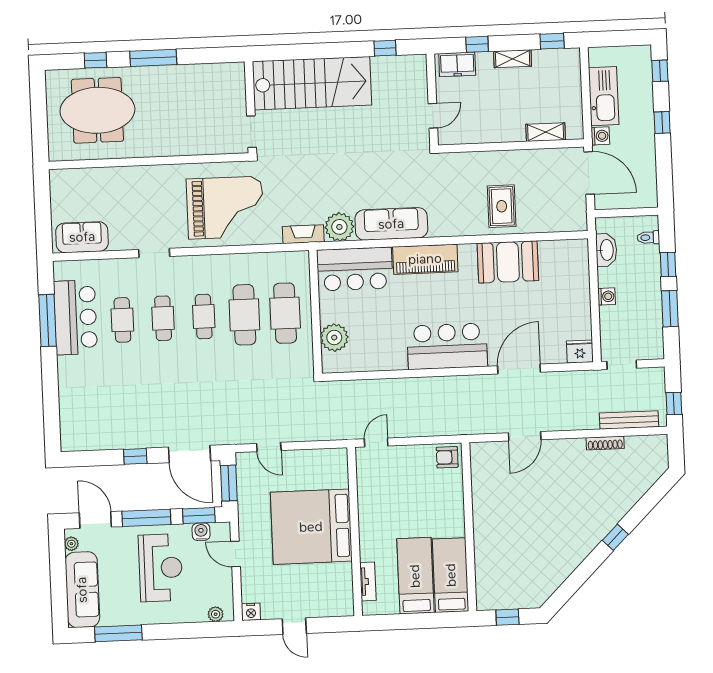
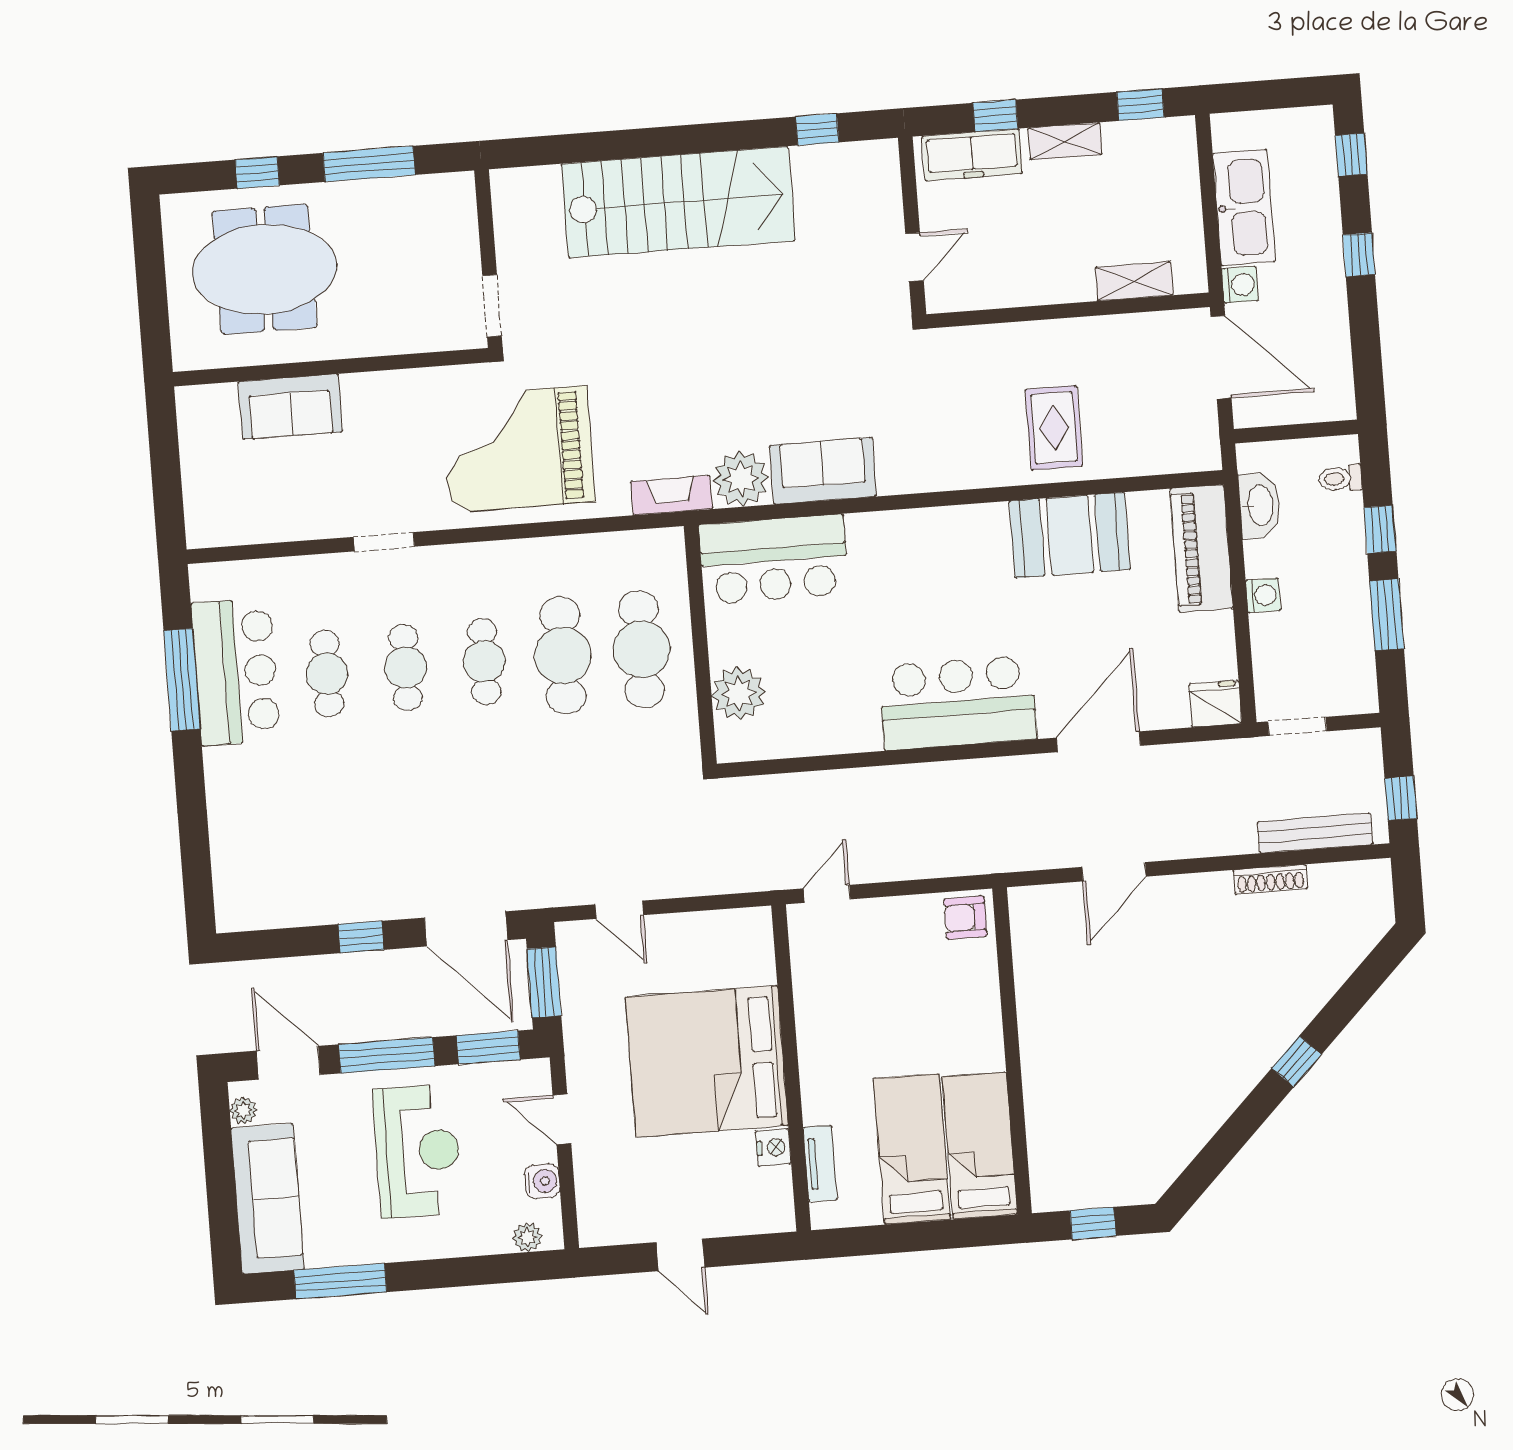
freezer: (457, 64) -> (972, 155), width x1.40
wall: (251, 107) -> (488, 259), moved
doorway: (252, 132) -> (492, 306), moved
grand piano: (225, 208) -> (518, 449), turned 180
sofa: (391, 224) -> (823, 471), width x0.73
sofa: (82, 237) -> (290, 407), moved, turned 180
piano: (425, 259) -> (1201, 548), moved, turned 90
water cooler: (201, 532) -> (542, 1181), moved, turned 90
nightstand: (251, 612) -> (773, 1147), moved, turned -90

